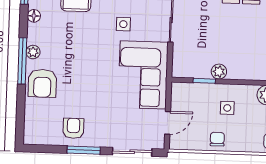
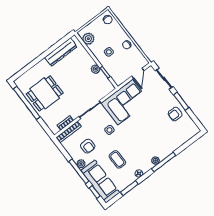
armchair: (42, 83) -> (166, 145), removed
door: (168, 123) -> (138, 73), swing flipped

